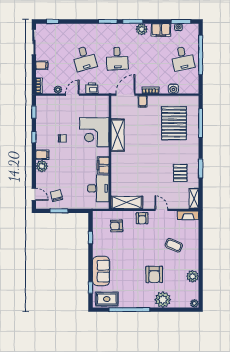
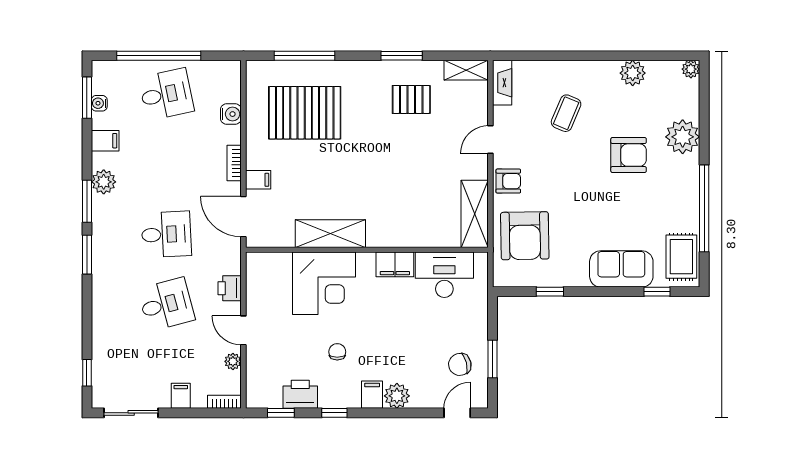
filing cabinet: (161, 30) -> (105, 141), width x0.50
printer: (43, 121) -> (300, 394), added
armchair: (117, 226) -> (525, 236), width x1.88, depth x1.88

